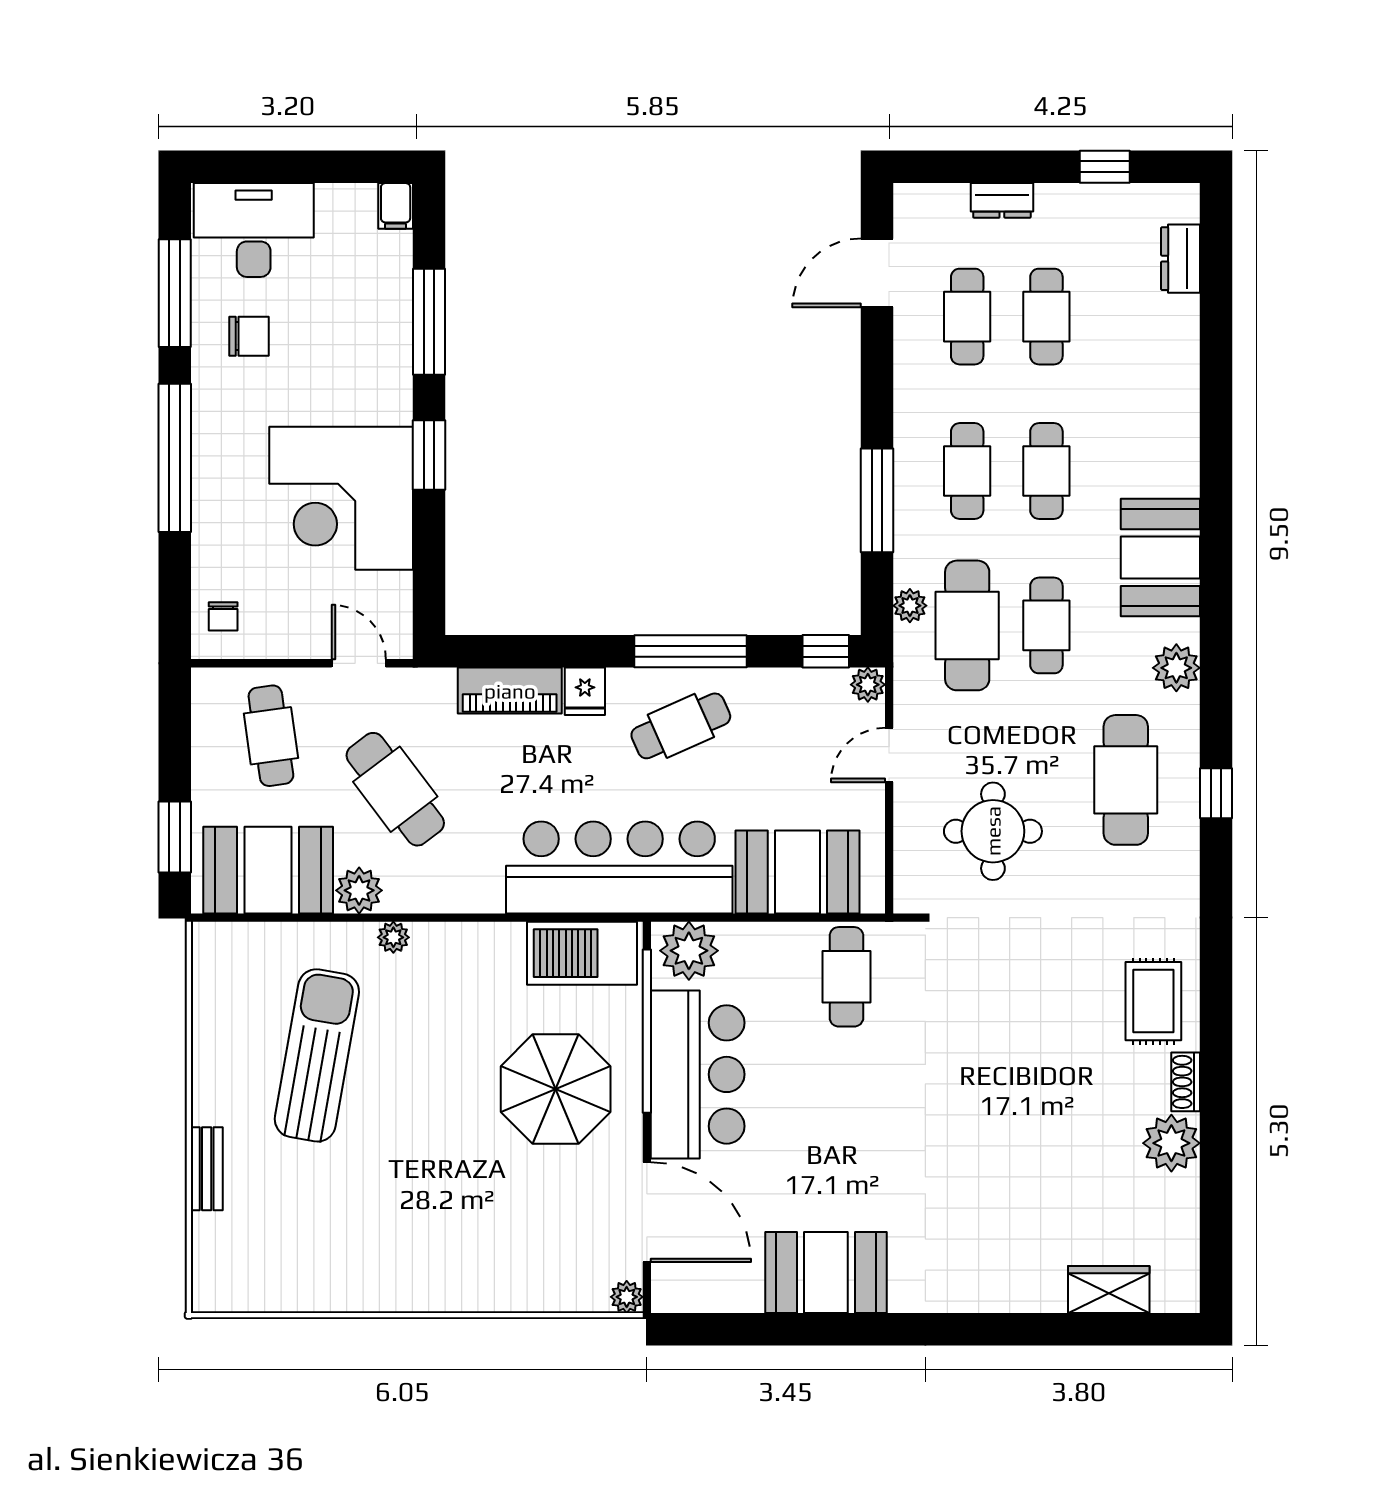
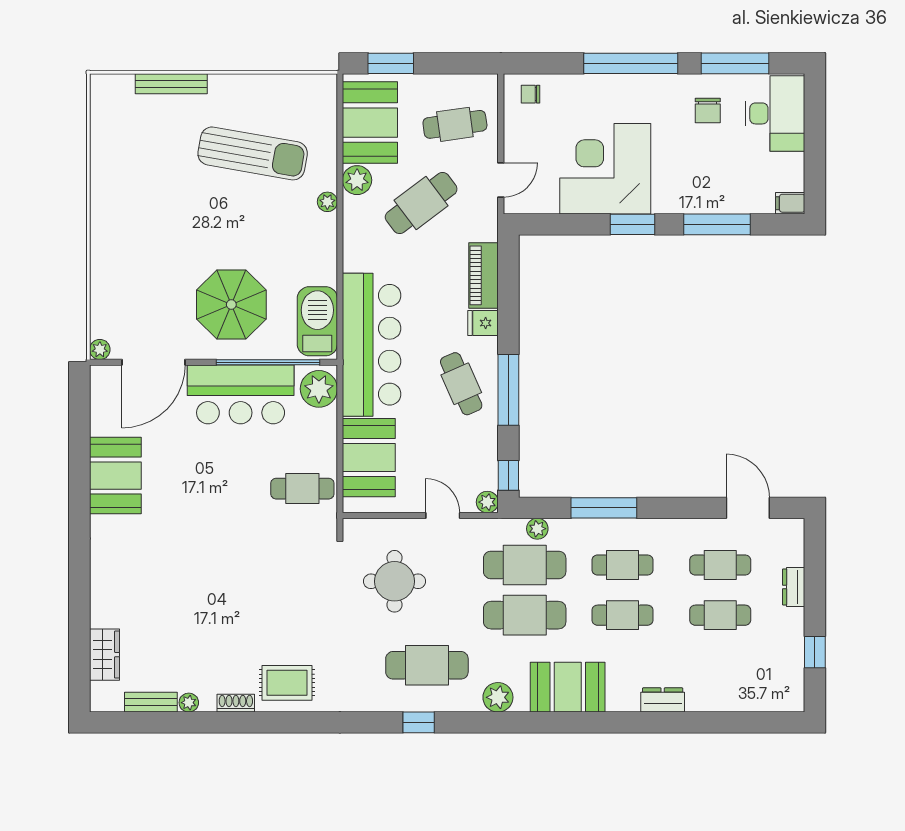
dresser: (1181, 259) -> (663, 700), moved
cafe table: (1046, 625) -> (525, 615), width x1.37, depth x1.35
plant: (1171, 1143) -> (189, 703), width x0.53, depth x0.53
bench: (207, 1169) -> (171, 84), width x1.36
bench: (1184, 1216) -> (151, 702), added

